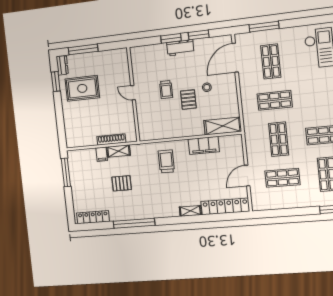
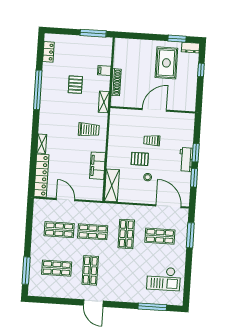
window: (83, 49) -> (201, 70), width x0.46
door: (133, 93) -> (154, 110), width x1.87
shelving: (118, 151) -> (104, 102), moved
shop shelf: (282, 178) -> (59, 230), turned 90
locker: (93, 217) -> (48, 52), width x0.66

